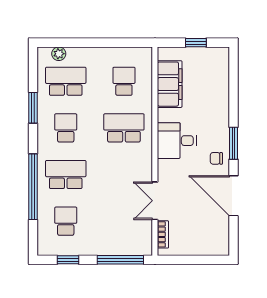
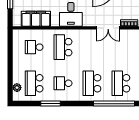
window: (33, 187) -> (114, 104), moved
school desk: (66, 221) -> (121, 83), width x1.85

